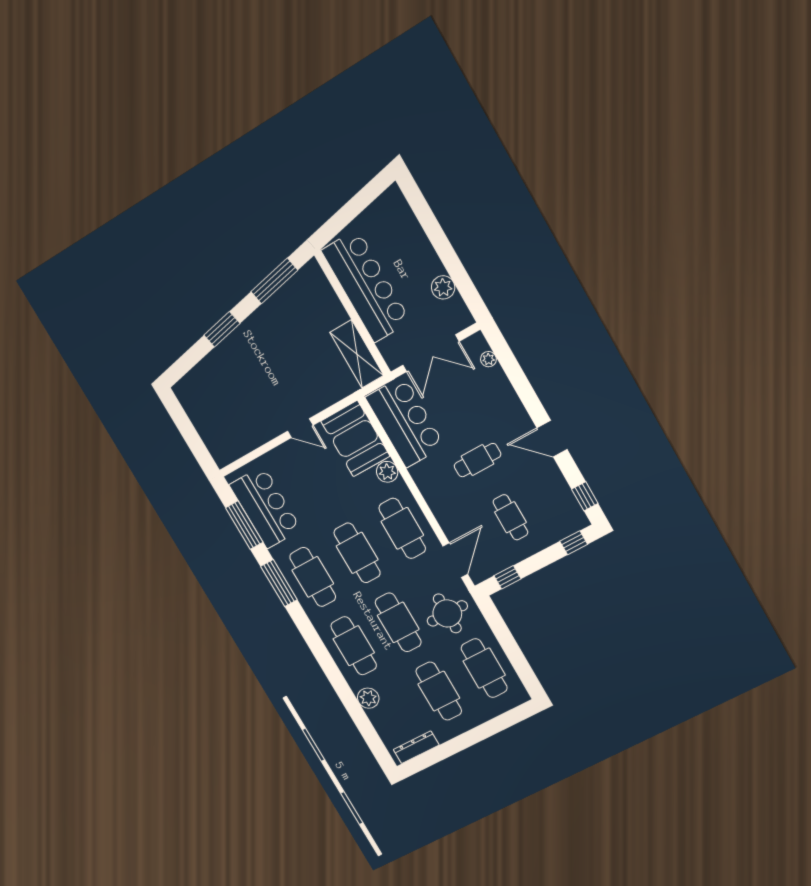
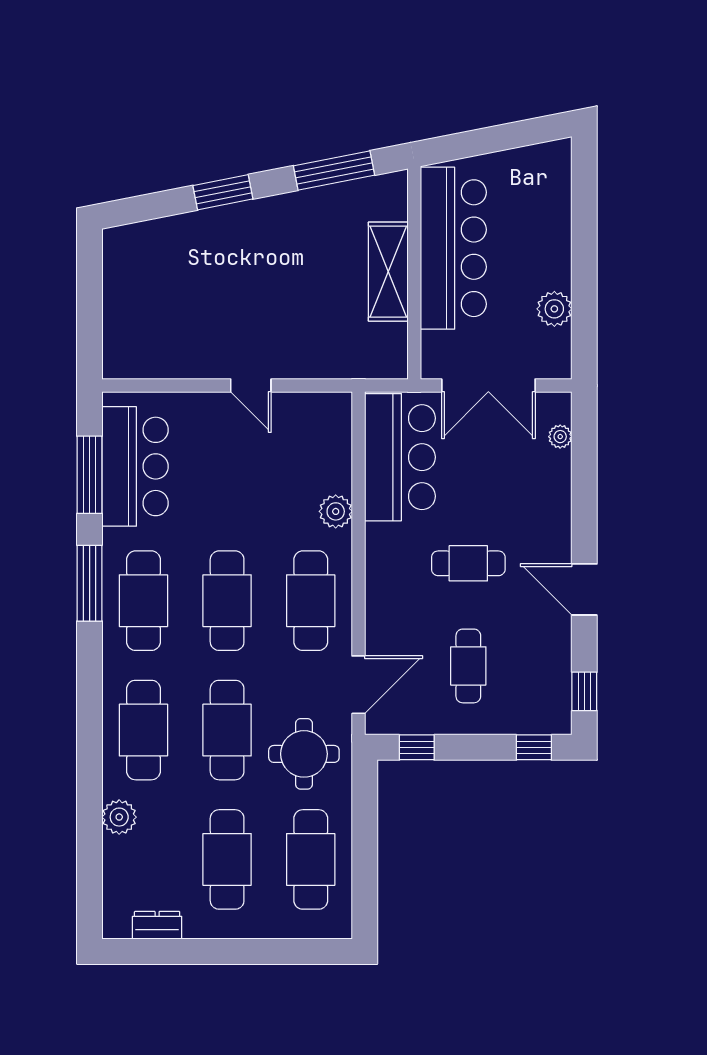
shelving: (357, 354) -> (388, 272), moved
booth: (355, 439) -> (319, 442), removed
dresser: (416, 747) -> (157, 925), width x0.70

